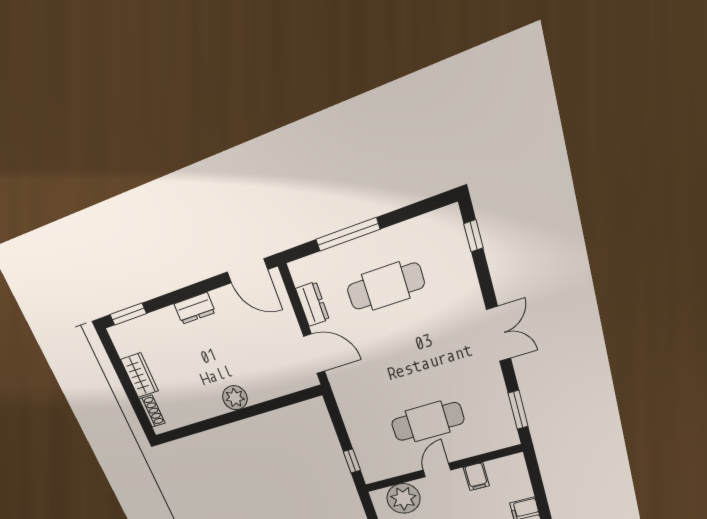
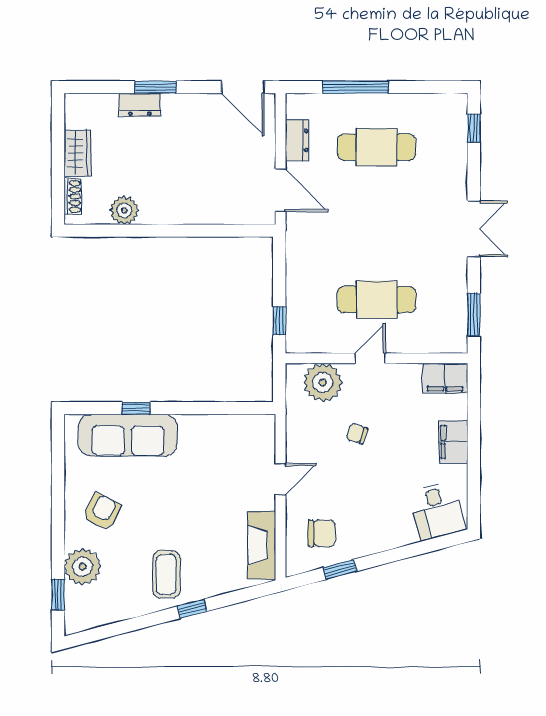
dresser: (195, 308) -> (140, 105), moved
window: (128, 314) -> (156, 87), moved
plant: (235, 398) -> (124, 210), moved
filing cabinet: (476, 477) -> (445, 378), moved, width x2.00

